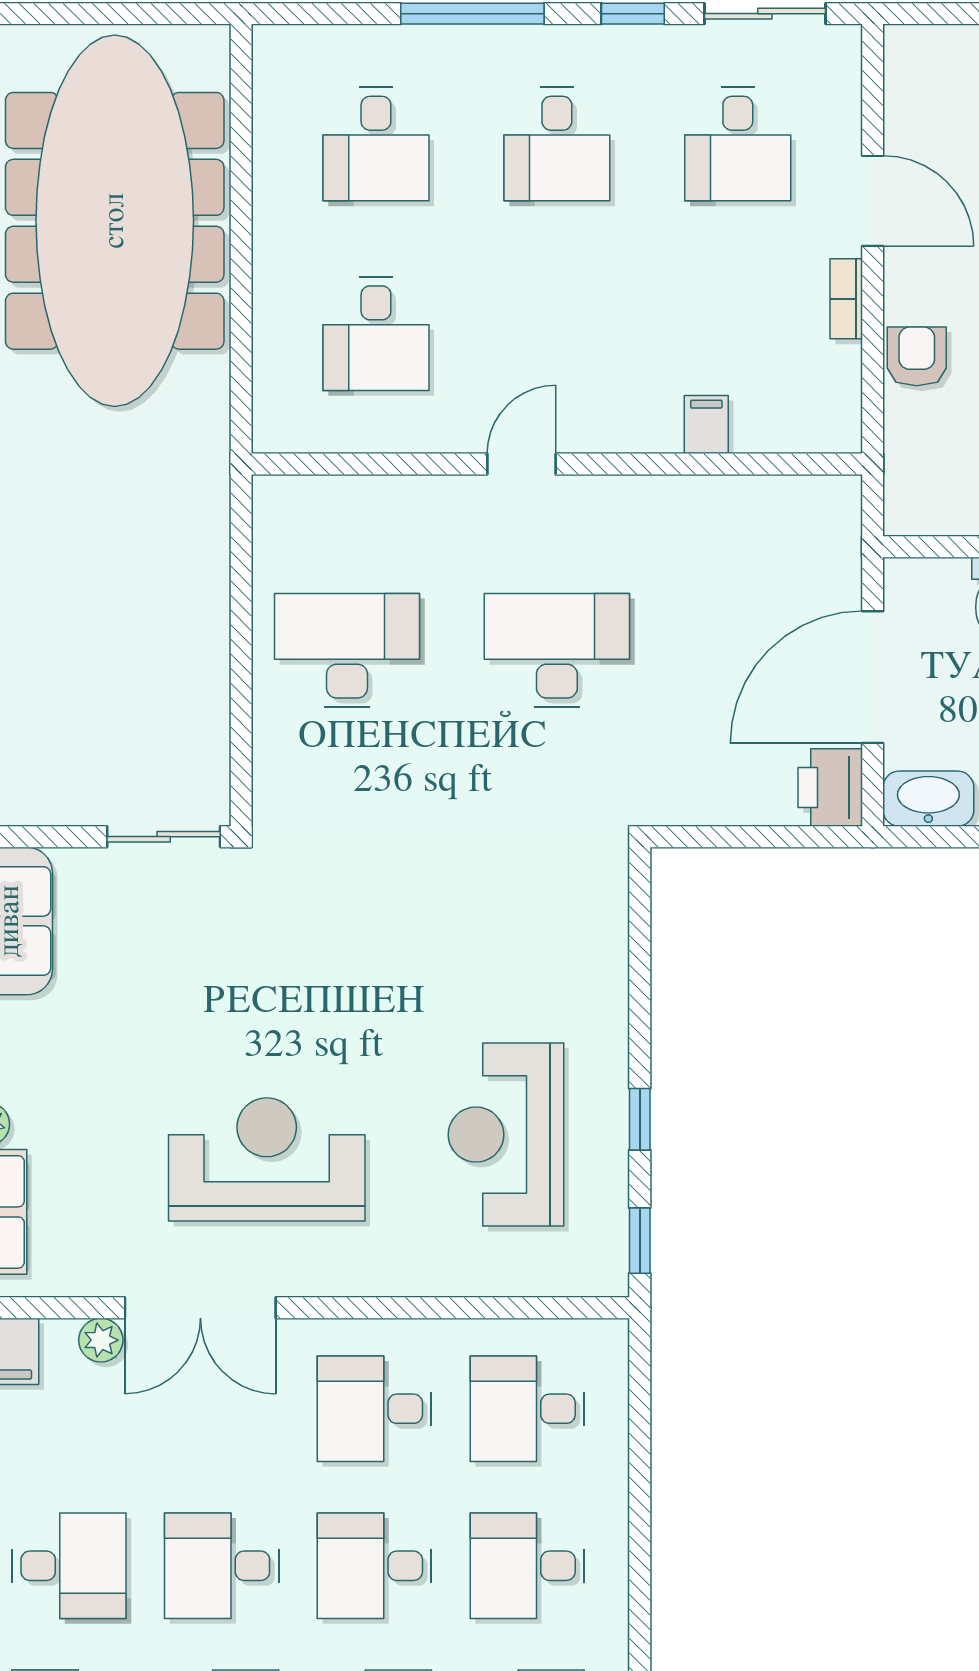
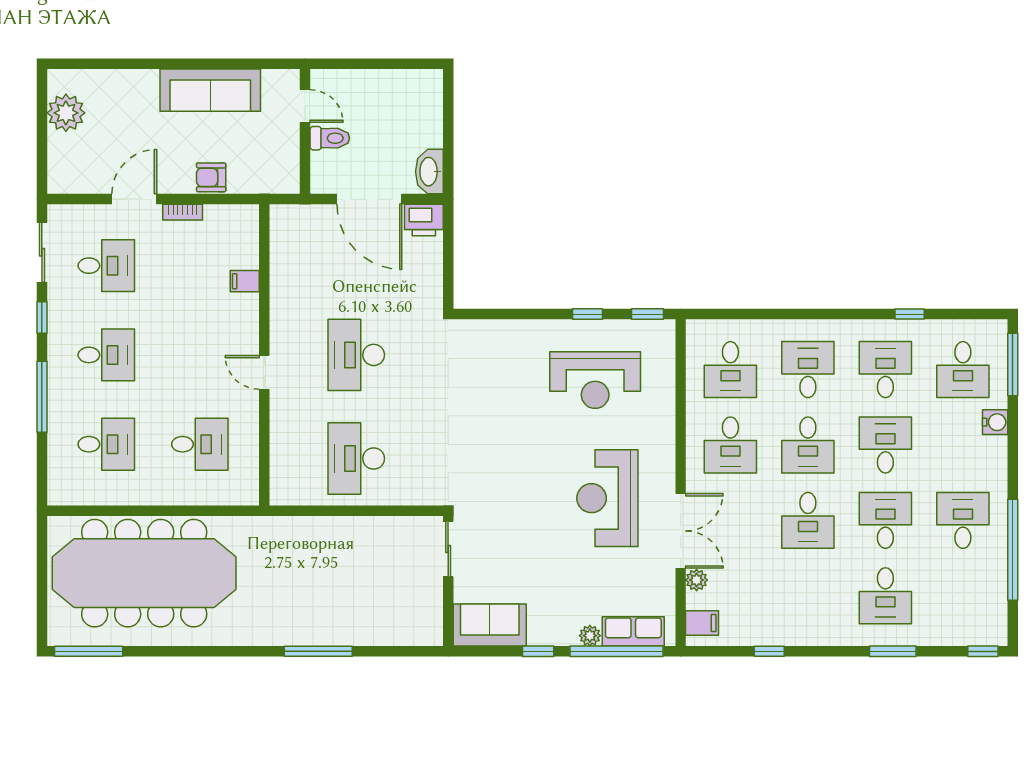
desk: (69, 1566) -> (808, 596), removed
desk: (527, 1566) -> (808, 370), turned 180

